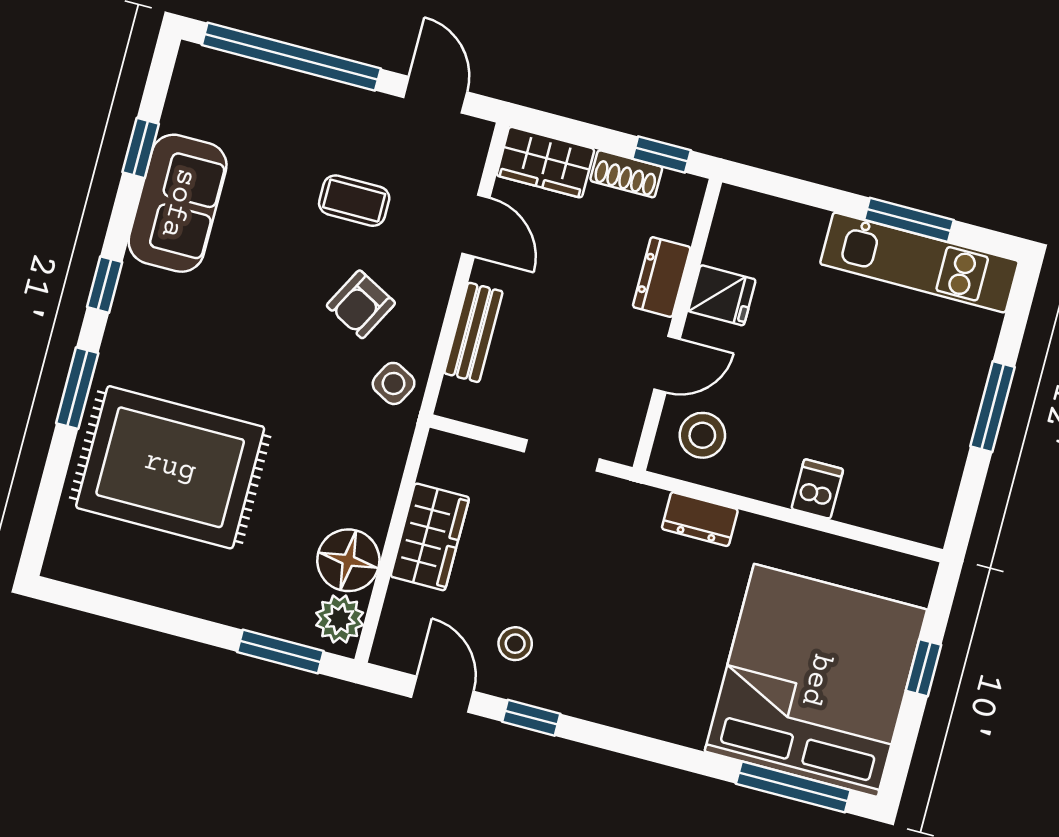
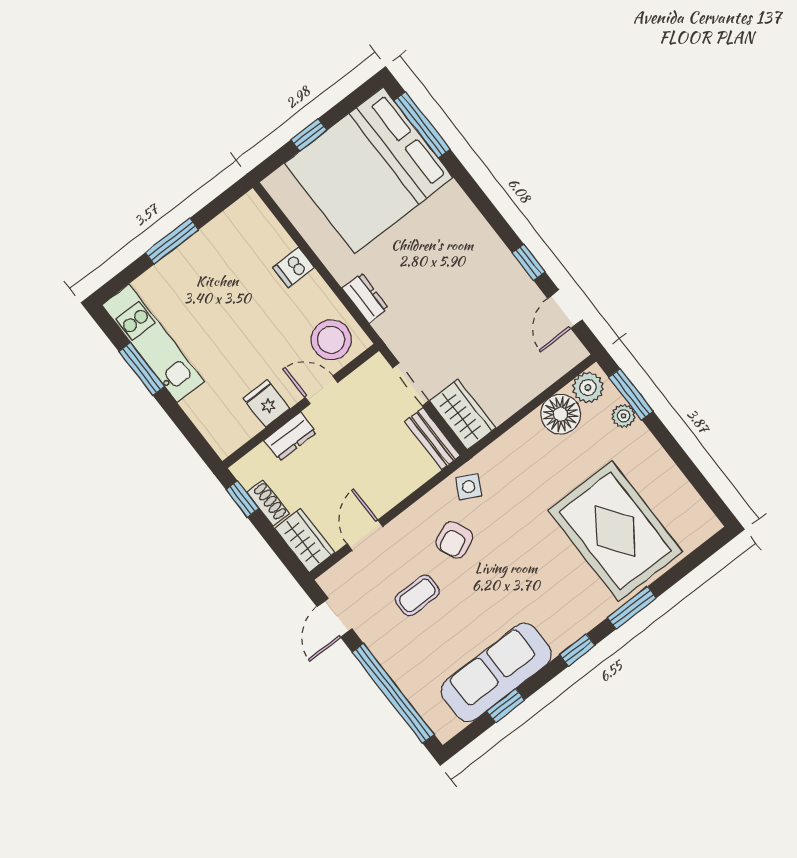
coffee table: (354, 201) -> (417, 595), turned 90
sofa: (178, 203) -> (496, 672), width x1.36
armchair: (361, 304) -> (454, 540), turned 129
bench: (473, 332) -> (433, 439), moved, turned 90
stool: (702, 435) -> (331, 340), width x1.38, depth x1.38
wardrobe: (430, 537) -> (463, 414), moved, turned 90
plant: (269, 618) -> (624, 416), added
stool: (515, 644) -> (508, 306), removed

